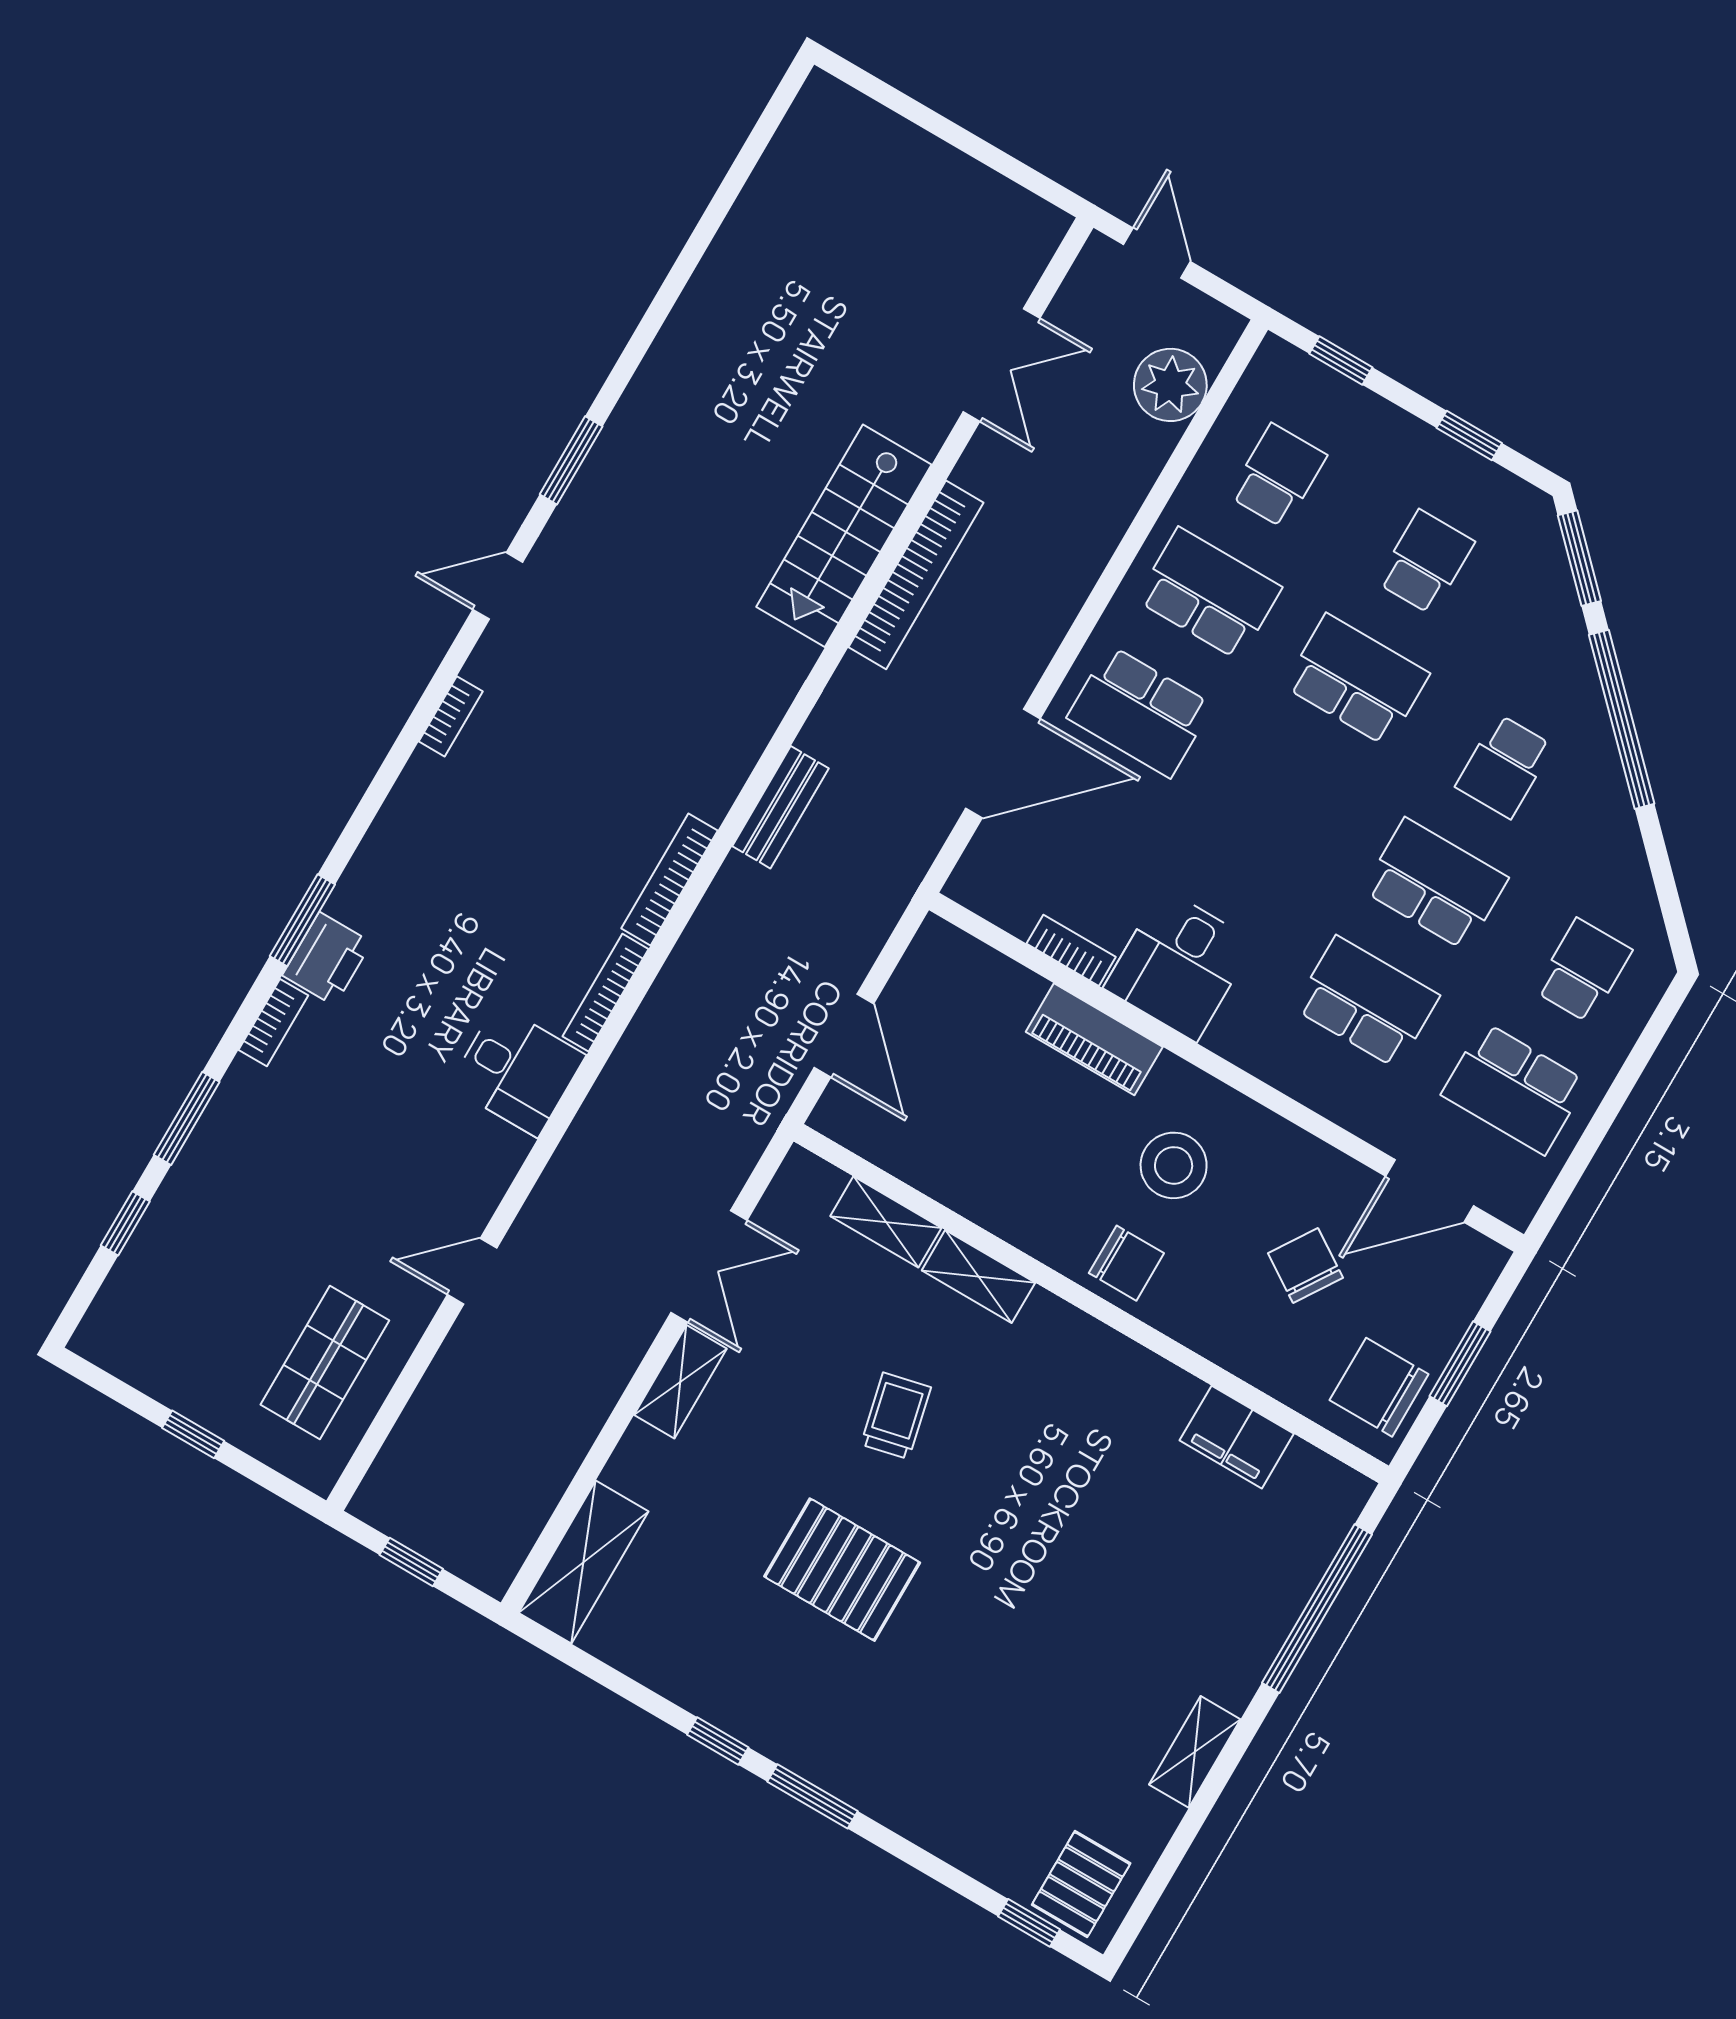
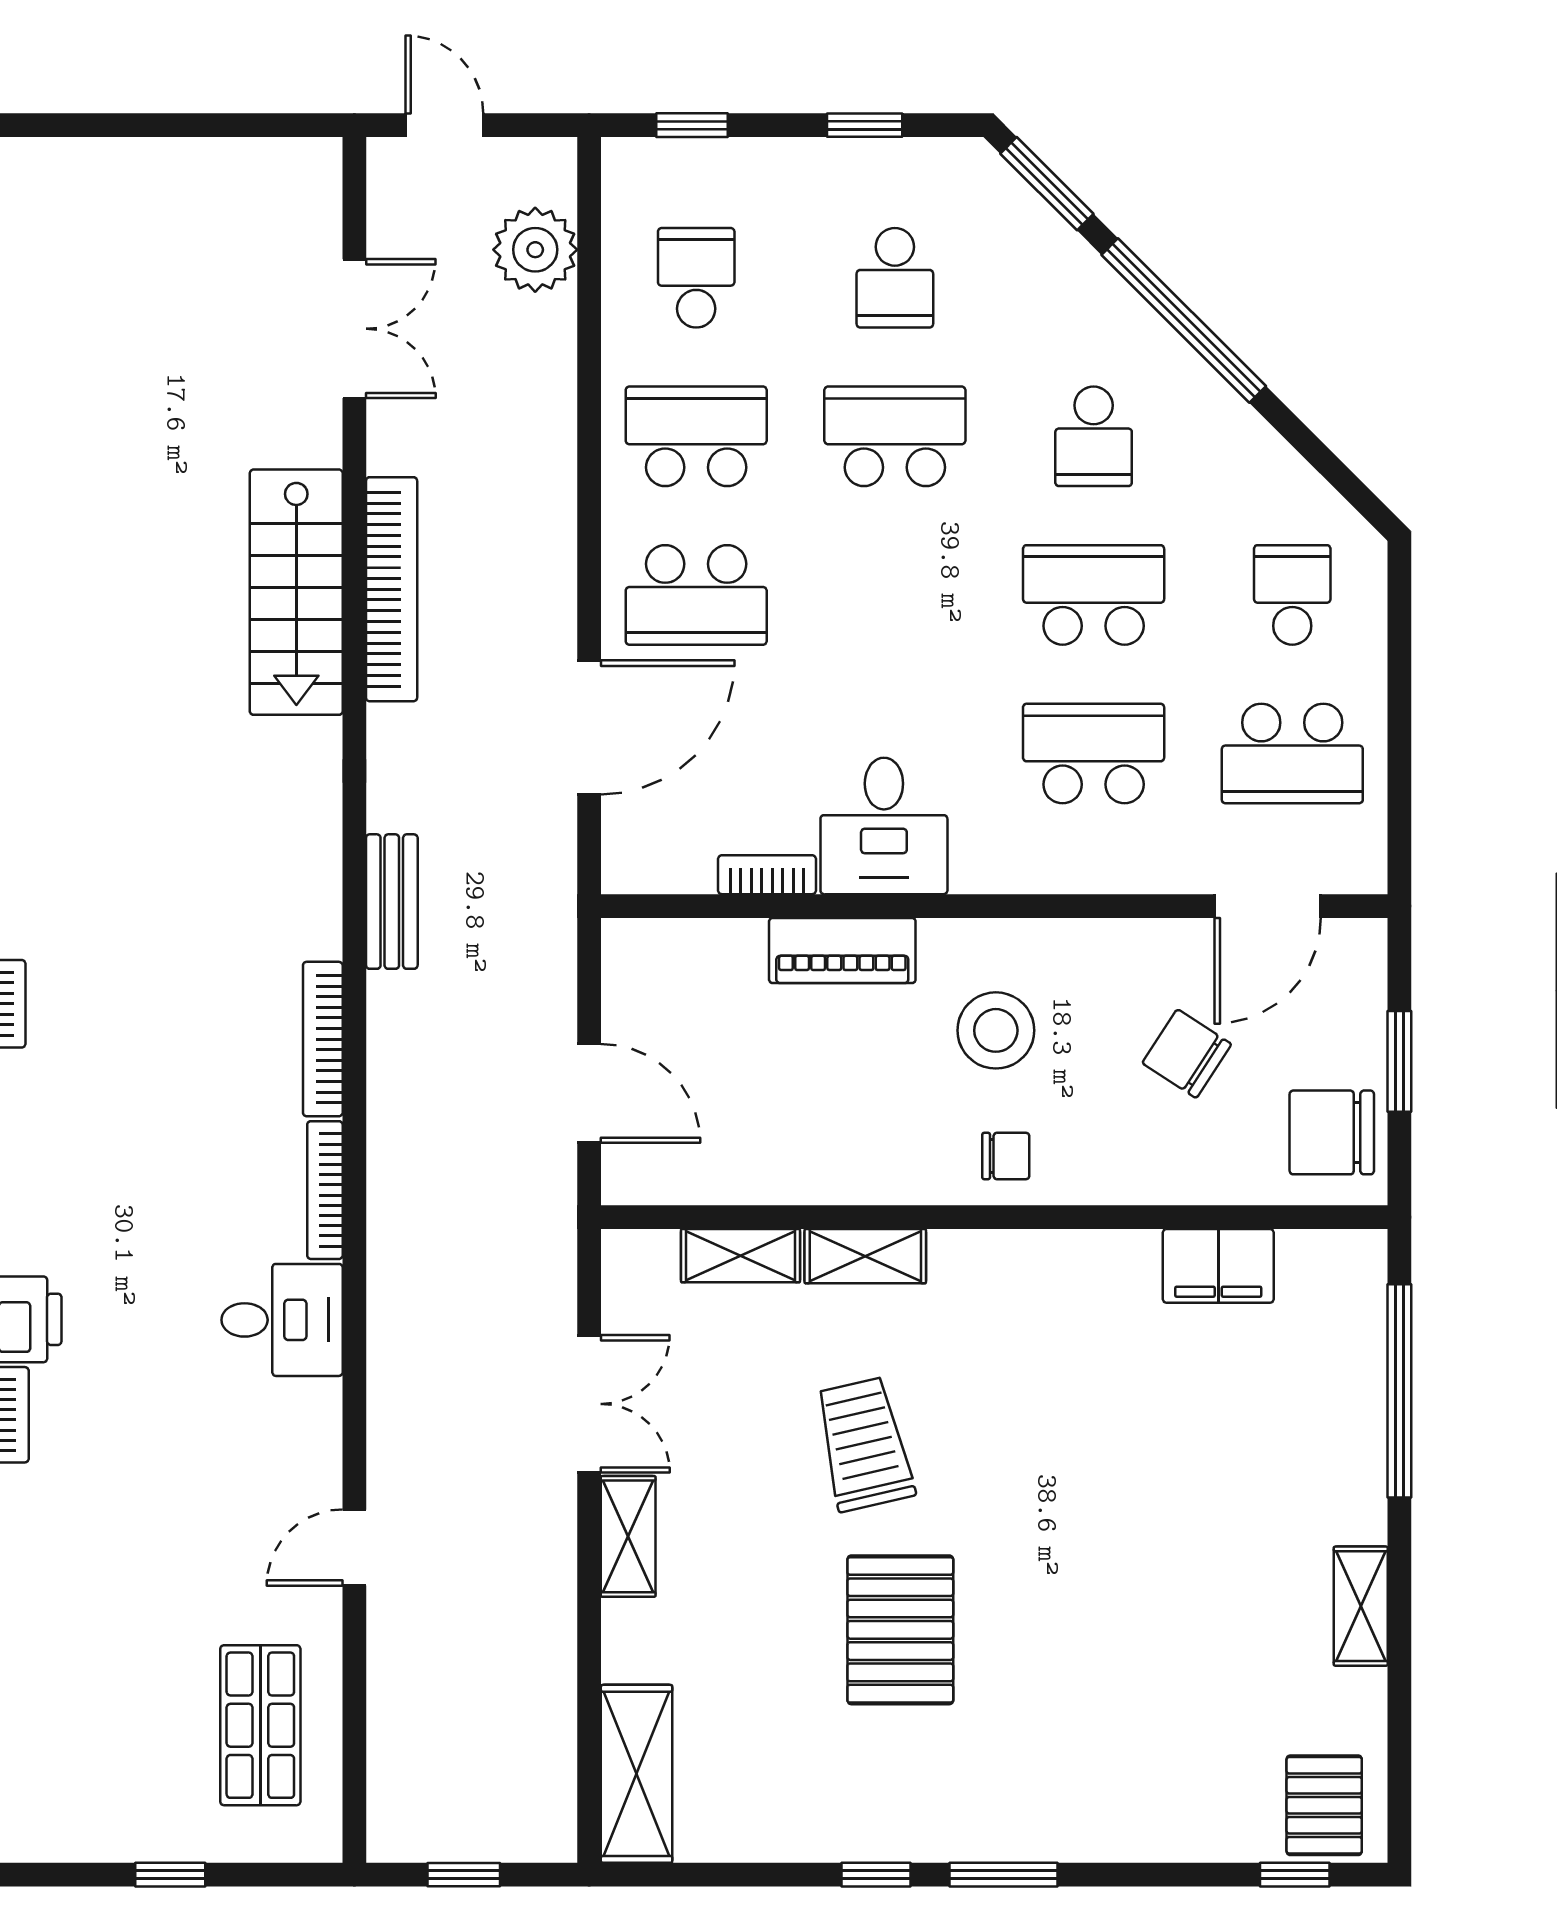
school desk: (1425, 562) -> (895, 278), turned 180
chair: (1126, 1263) -> (1006, 1156), width x0.73, depth x0.73
trolley: (896, 1416) -> (864, 1444), width x1.36, depth x1.39
pallet: (842, 1570) -> (900, 1630), turned 90

